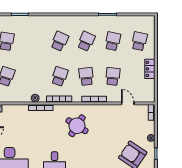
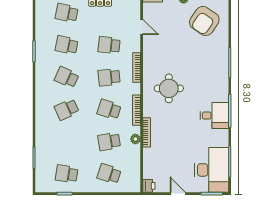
school desk: (60, 41) -> (67, 109), turned -48
school desk: (33, 76) -> (109, 142), added
door: (128, 103) -> (142, 27), swing flipped
round table: (77, 126) -> (169, 88), turned -32

